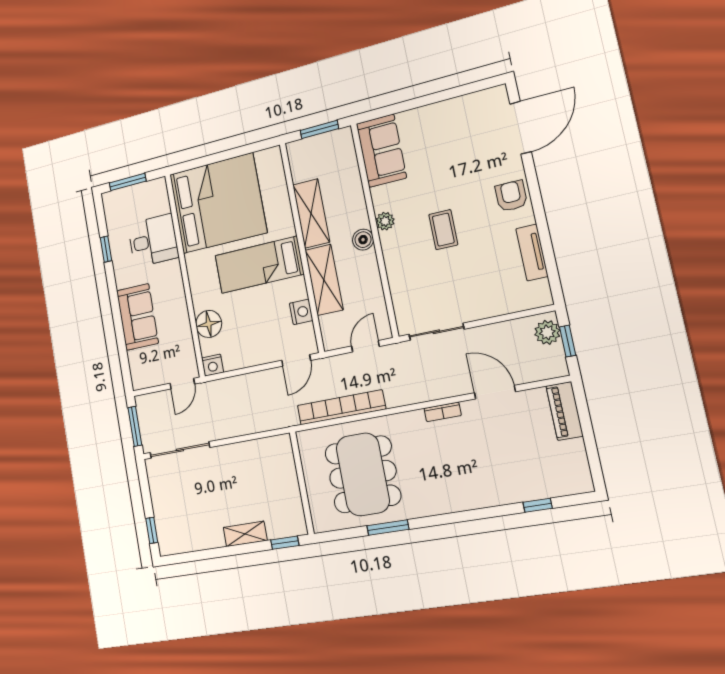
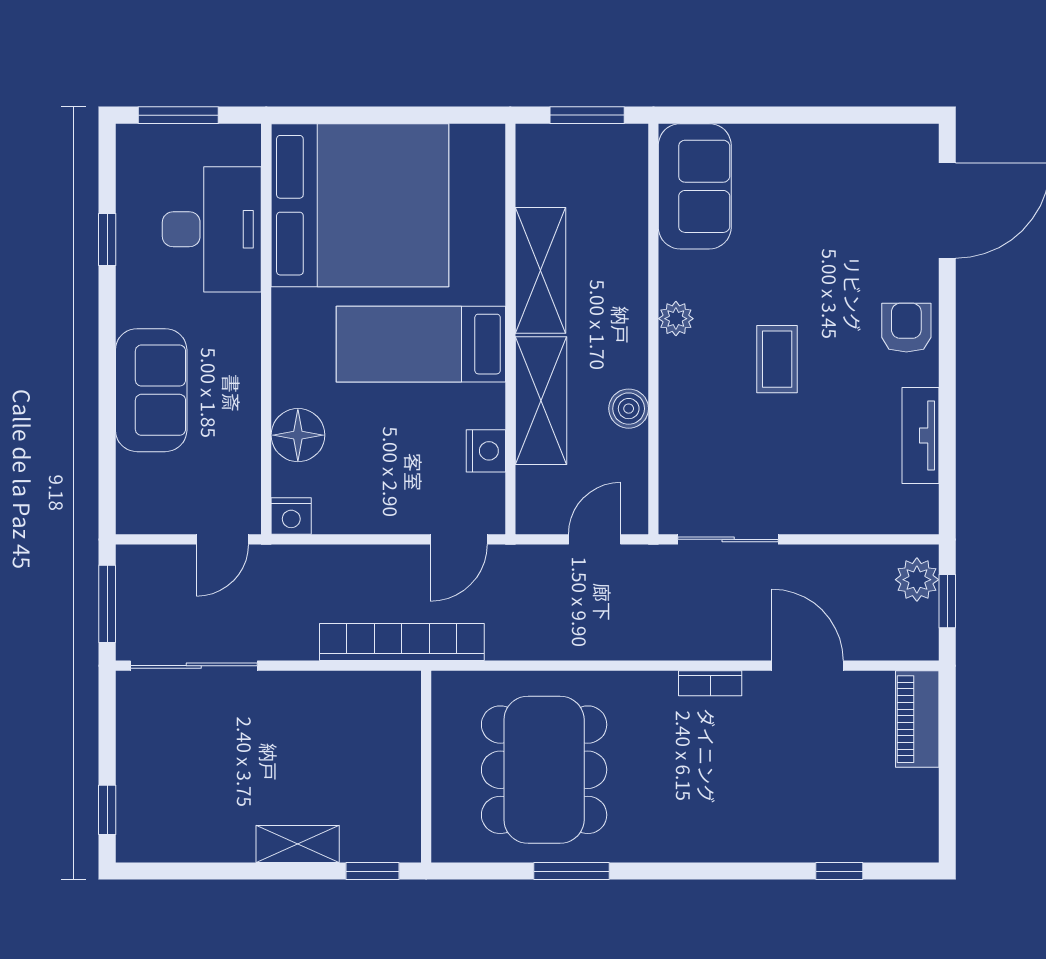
boiler: (363, 240) -> (629, 409), moved
desk: (153, 241) -> (212, 229), width x1.37
bookcase: (341, 407) -> (402, 642), moved

